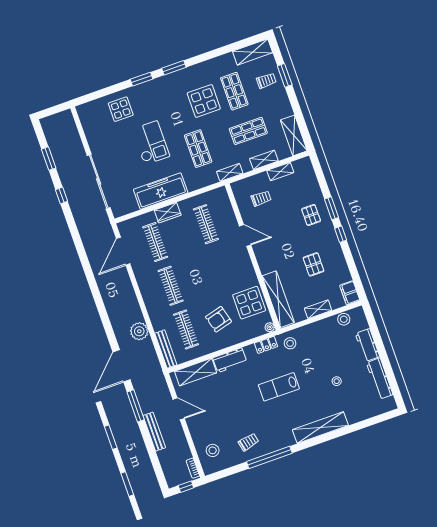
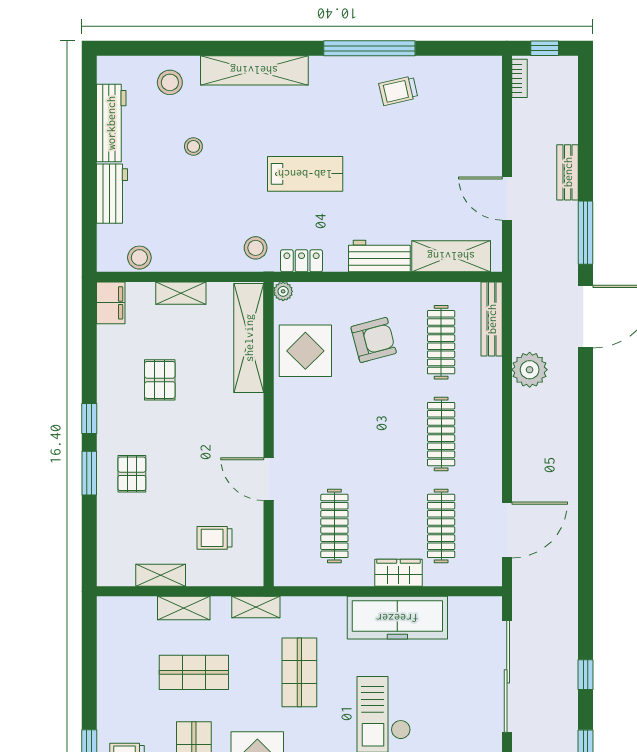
shelving: (294, 135) -> (112, 634), removed
bench: (154, 432) -> (568, 172), width x0.73
stool: (213, 450) -> (170, 82), moved

